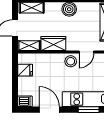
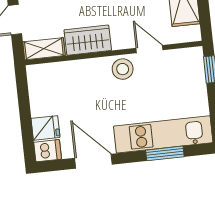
door: (86, 52) -> (149, 49), swing flipped
fridge: (25, 70) -> (46, 128), moved

